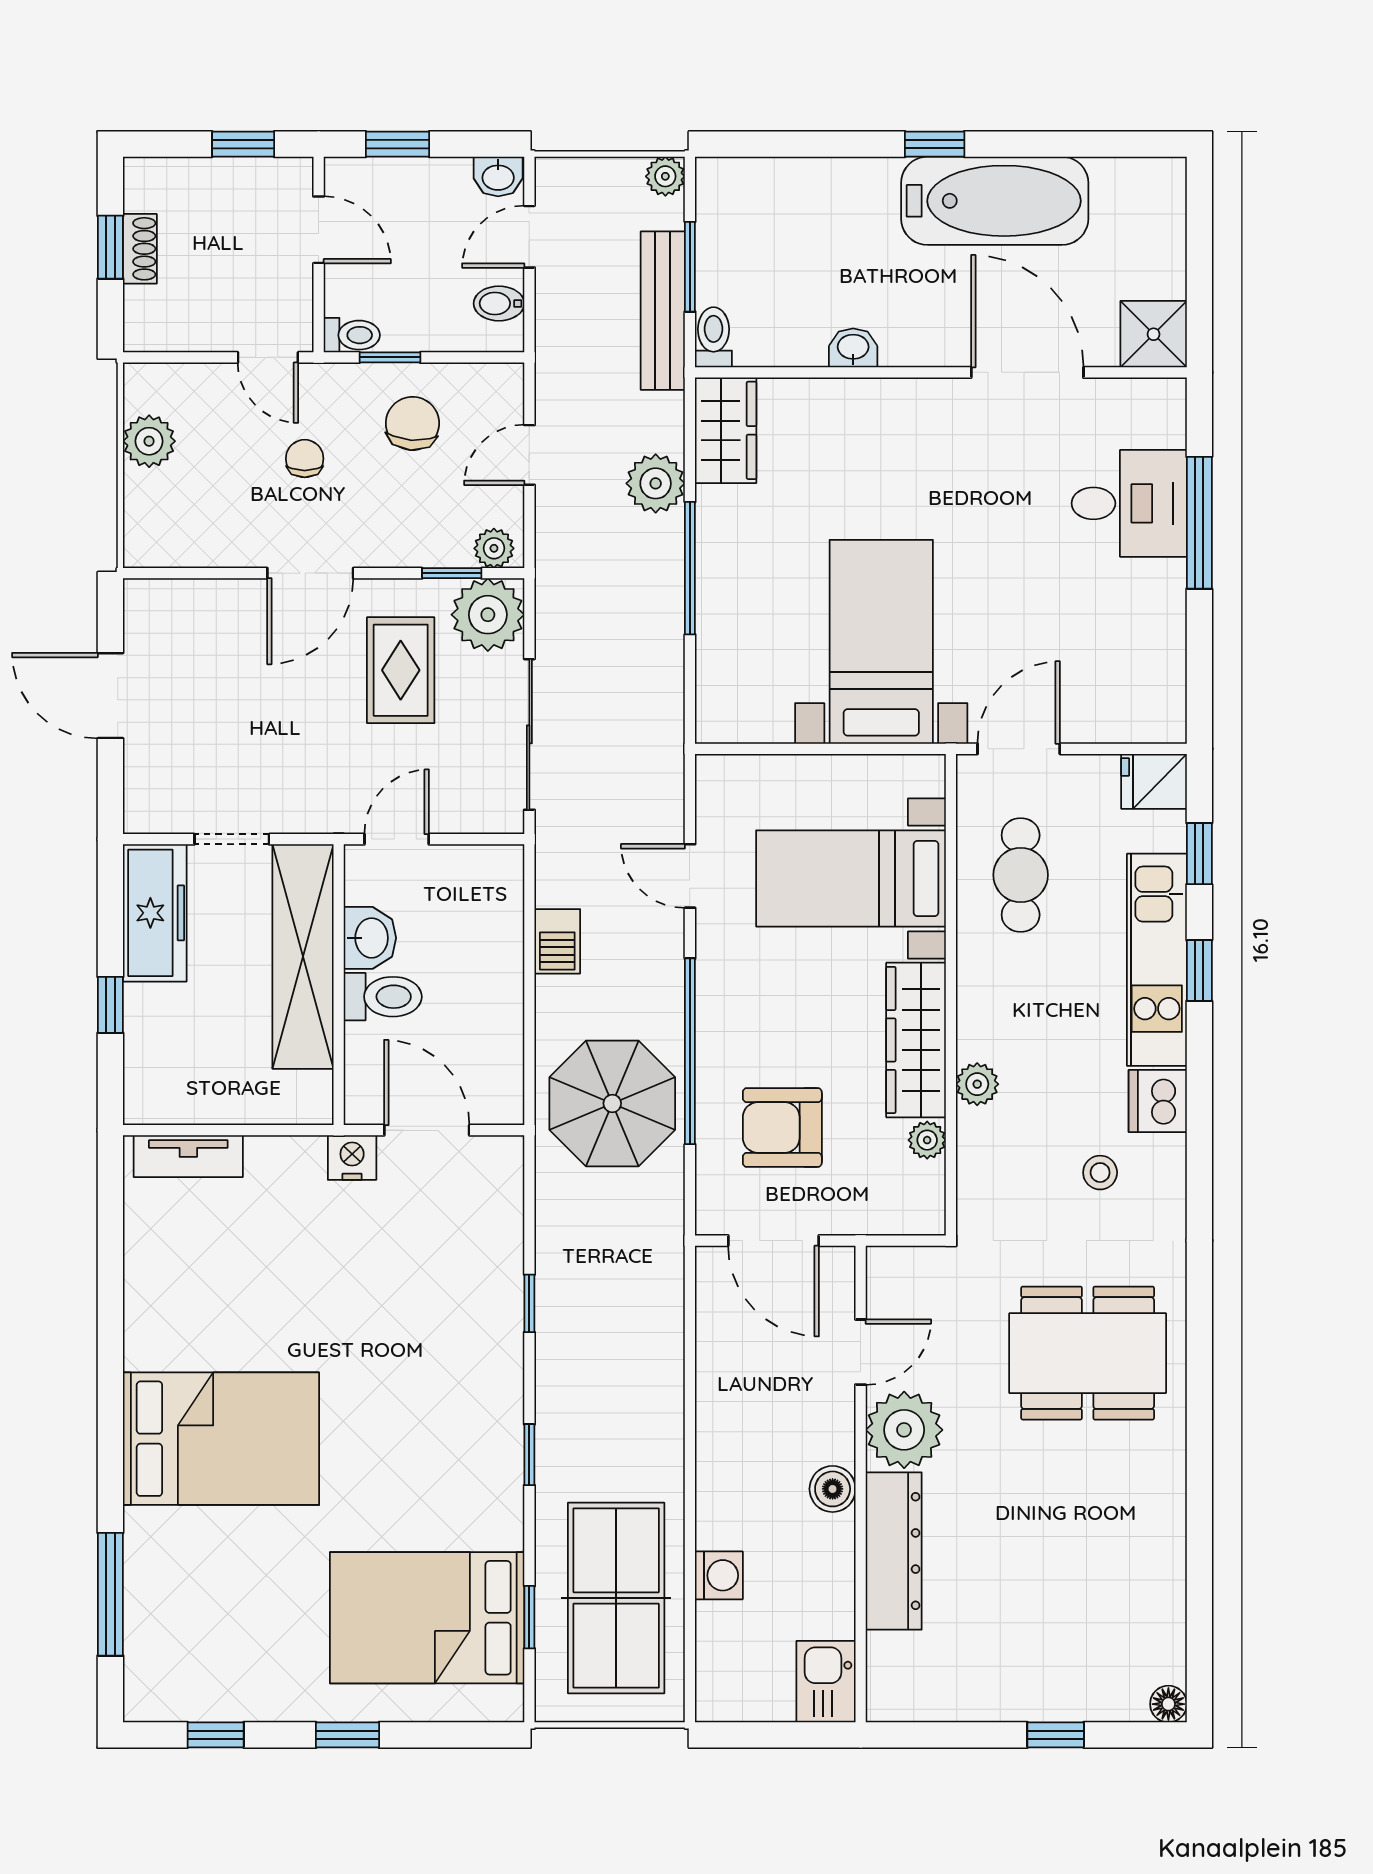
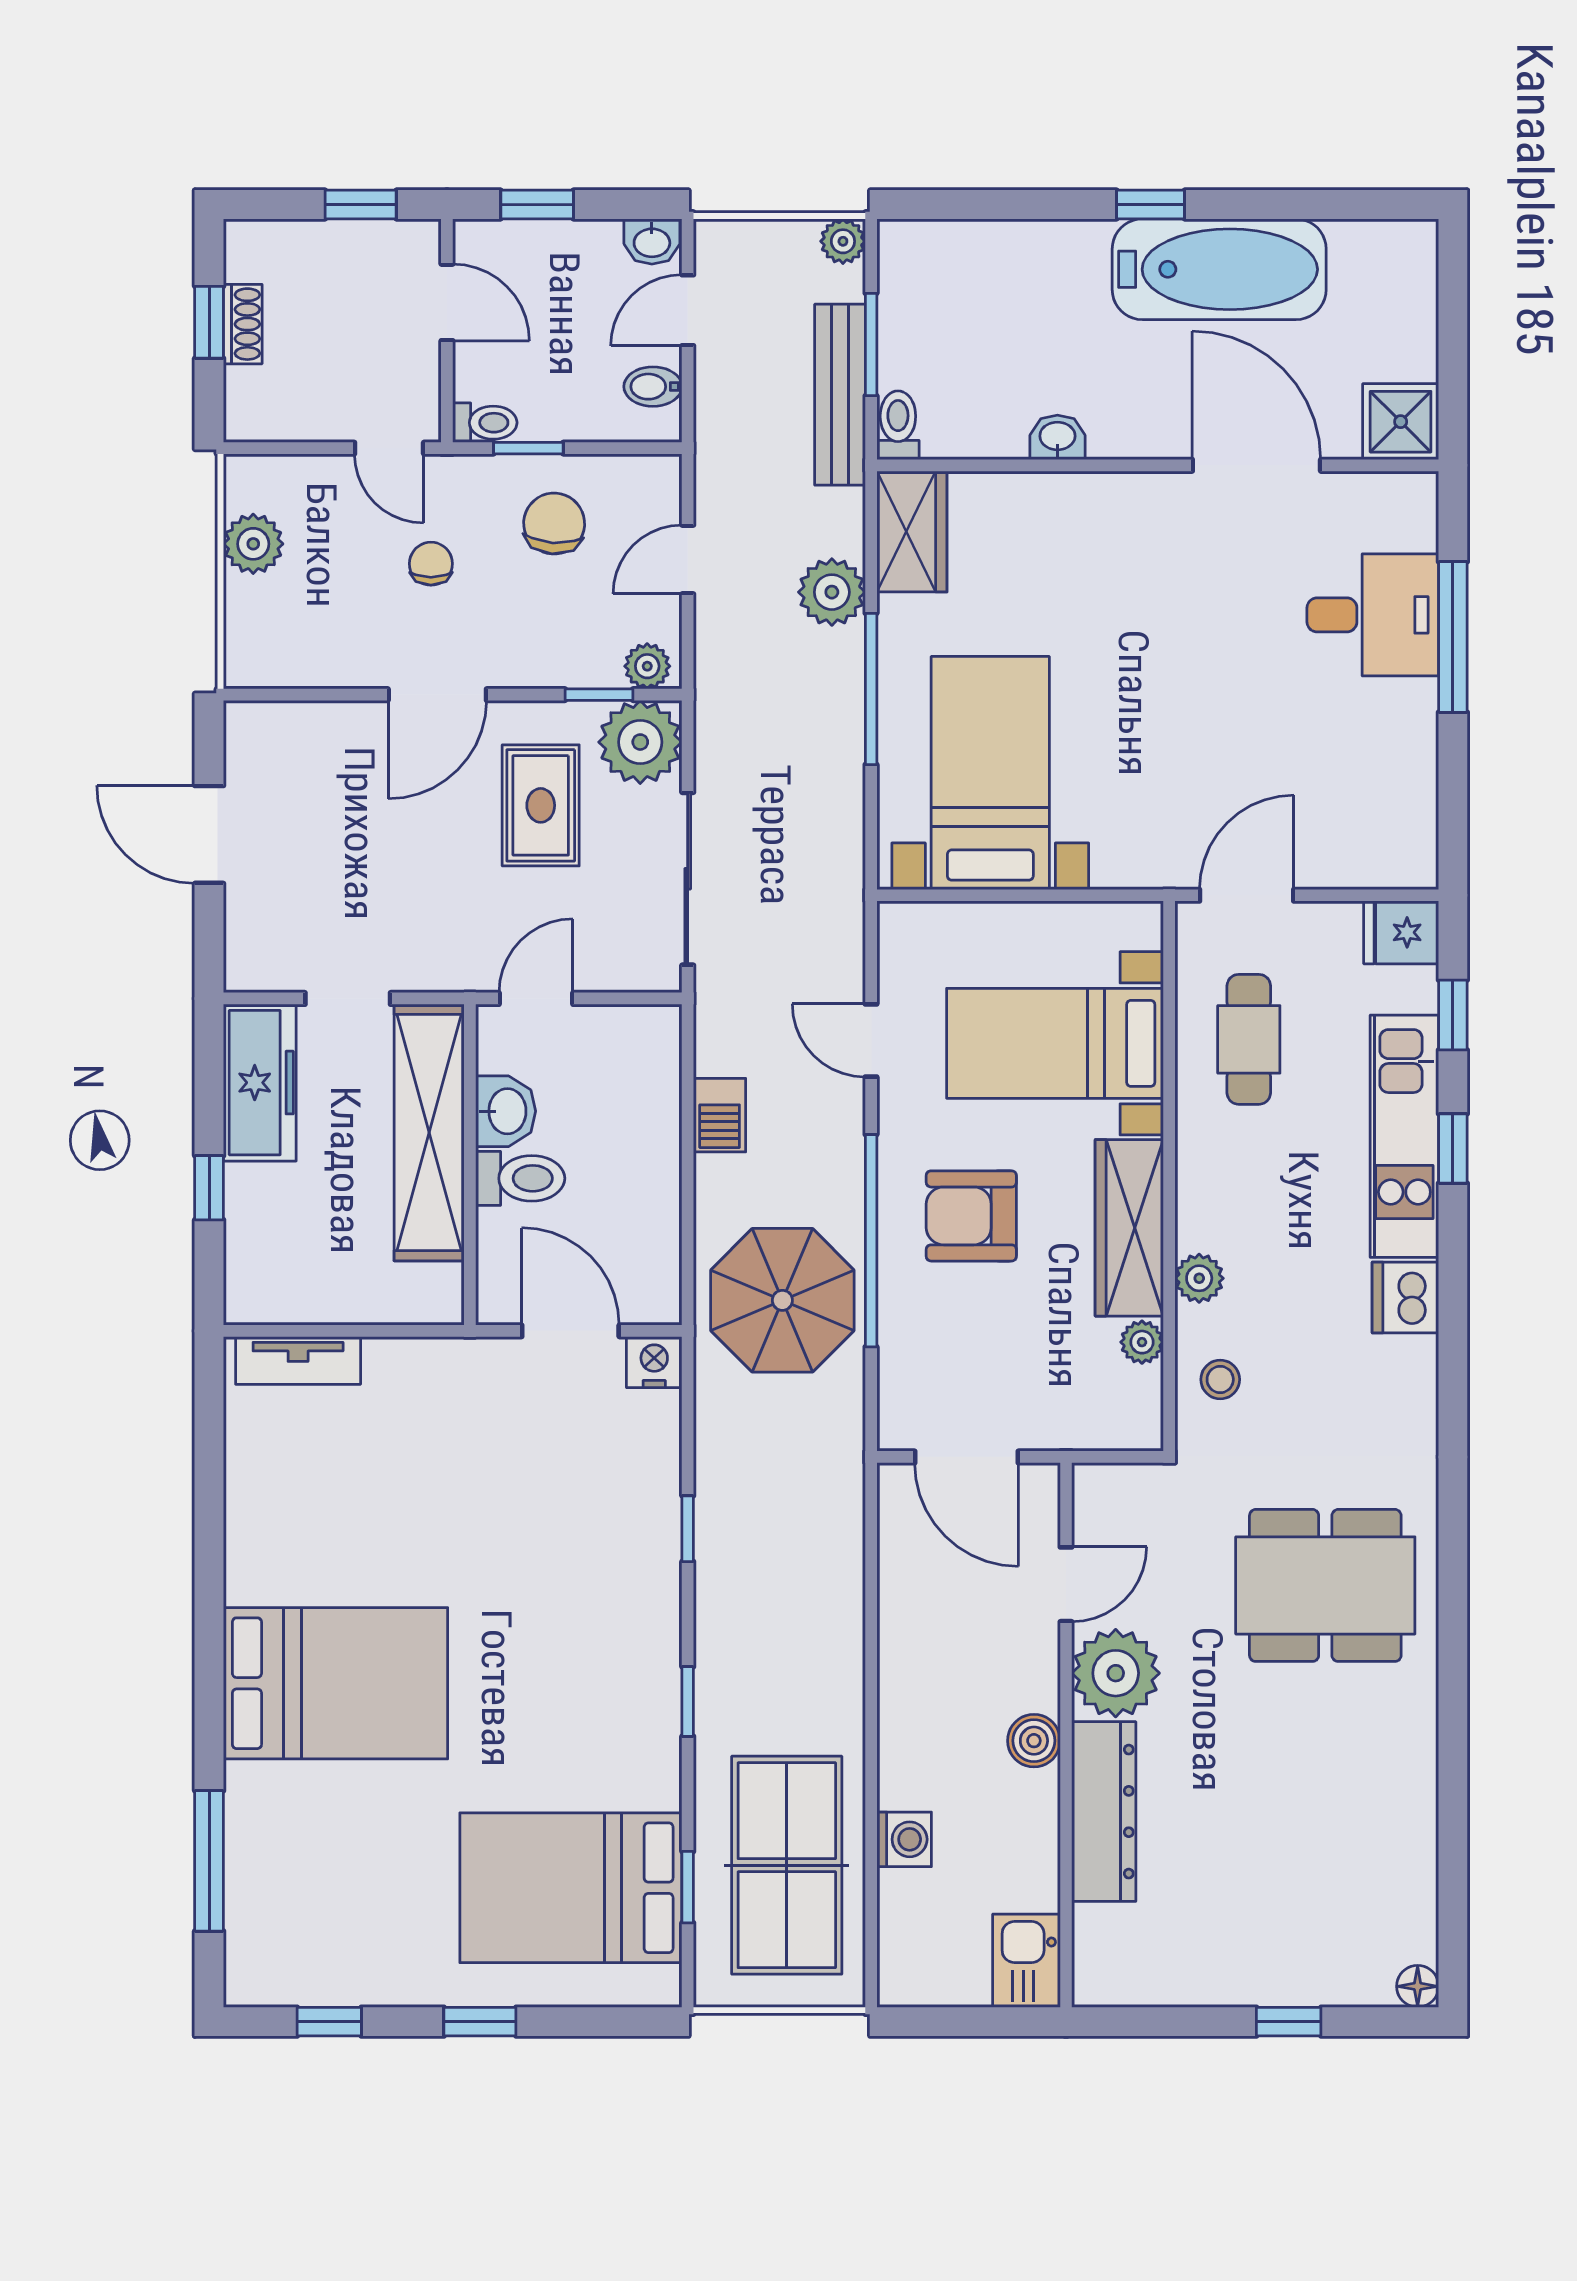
bed with nightstands: (881, 642) -> (990, 773), moved
armchair: (782, 1127) -> (971, 1216), moved
nightstand: (352, 1158) -> (654, 1362), moved
stool: (1100, 1173) -> (1220, 1379), moved

